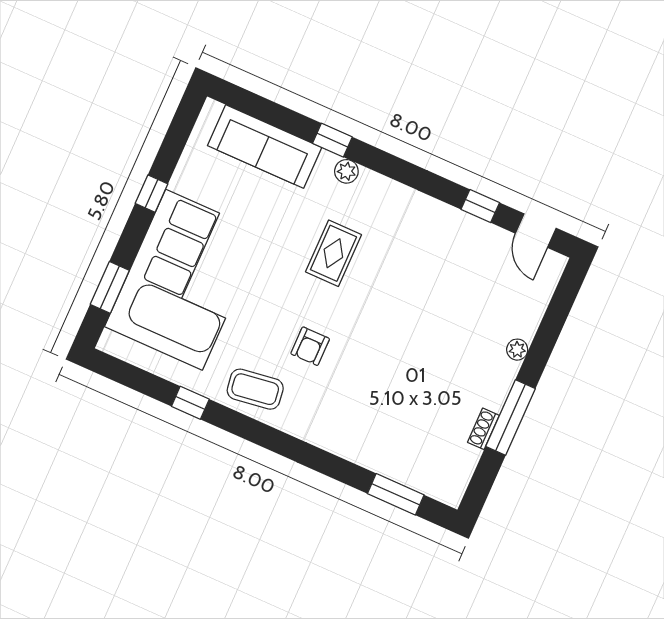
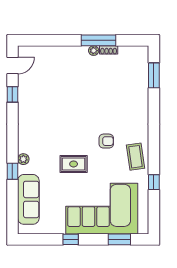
rug: (333, 253) -> (74, 164), moved
plant: (517, 350) -> (94, 51), moved

